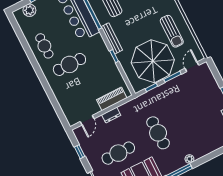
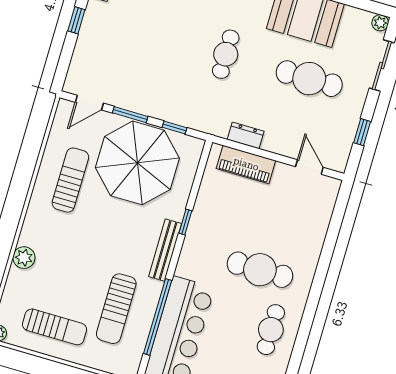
dresser: (111, 115) -> (246, 135), moved
door: (87, 120) -> (309, 167), hinge flipped
cafe table: (158, 133) -> (226, 54), width x0.73, depth x0.74

